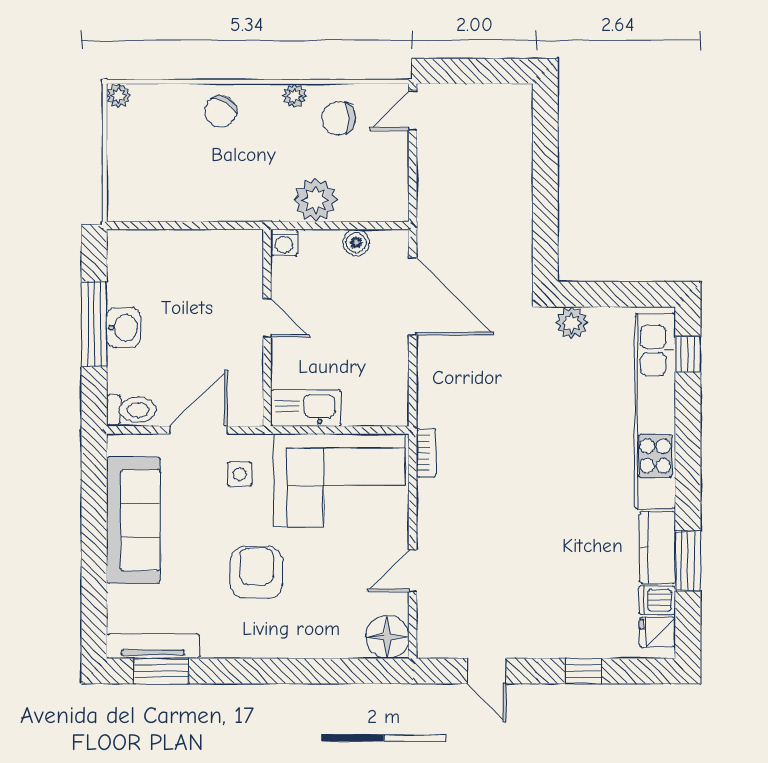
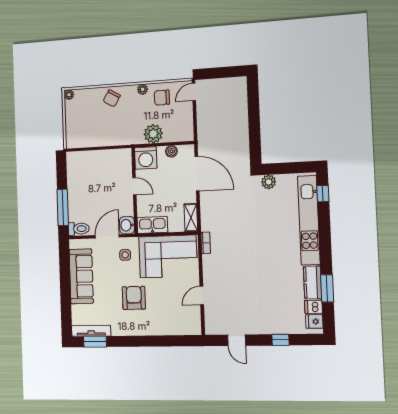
washing machine: (284, 242) -> (146, 158), width x1.89, depth x1.89
window: (94, 324) -> (63, 207), moved
washbasin: (124, 328) -> (127, 225), moved, turned 180
shelving: (395, 395) -> (191, 218), added
floor lamp: (387, 637) -> (192, 325), removed

